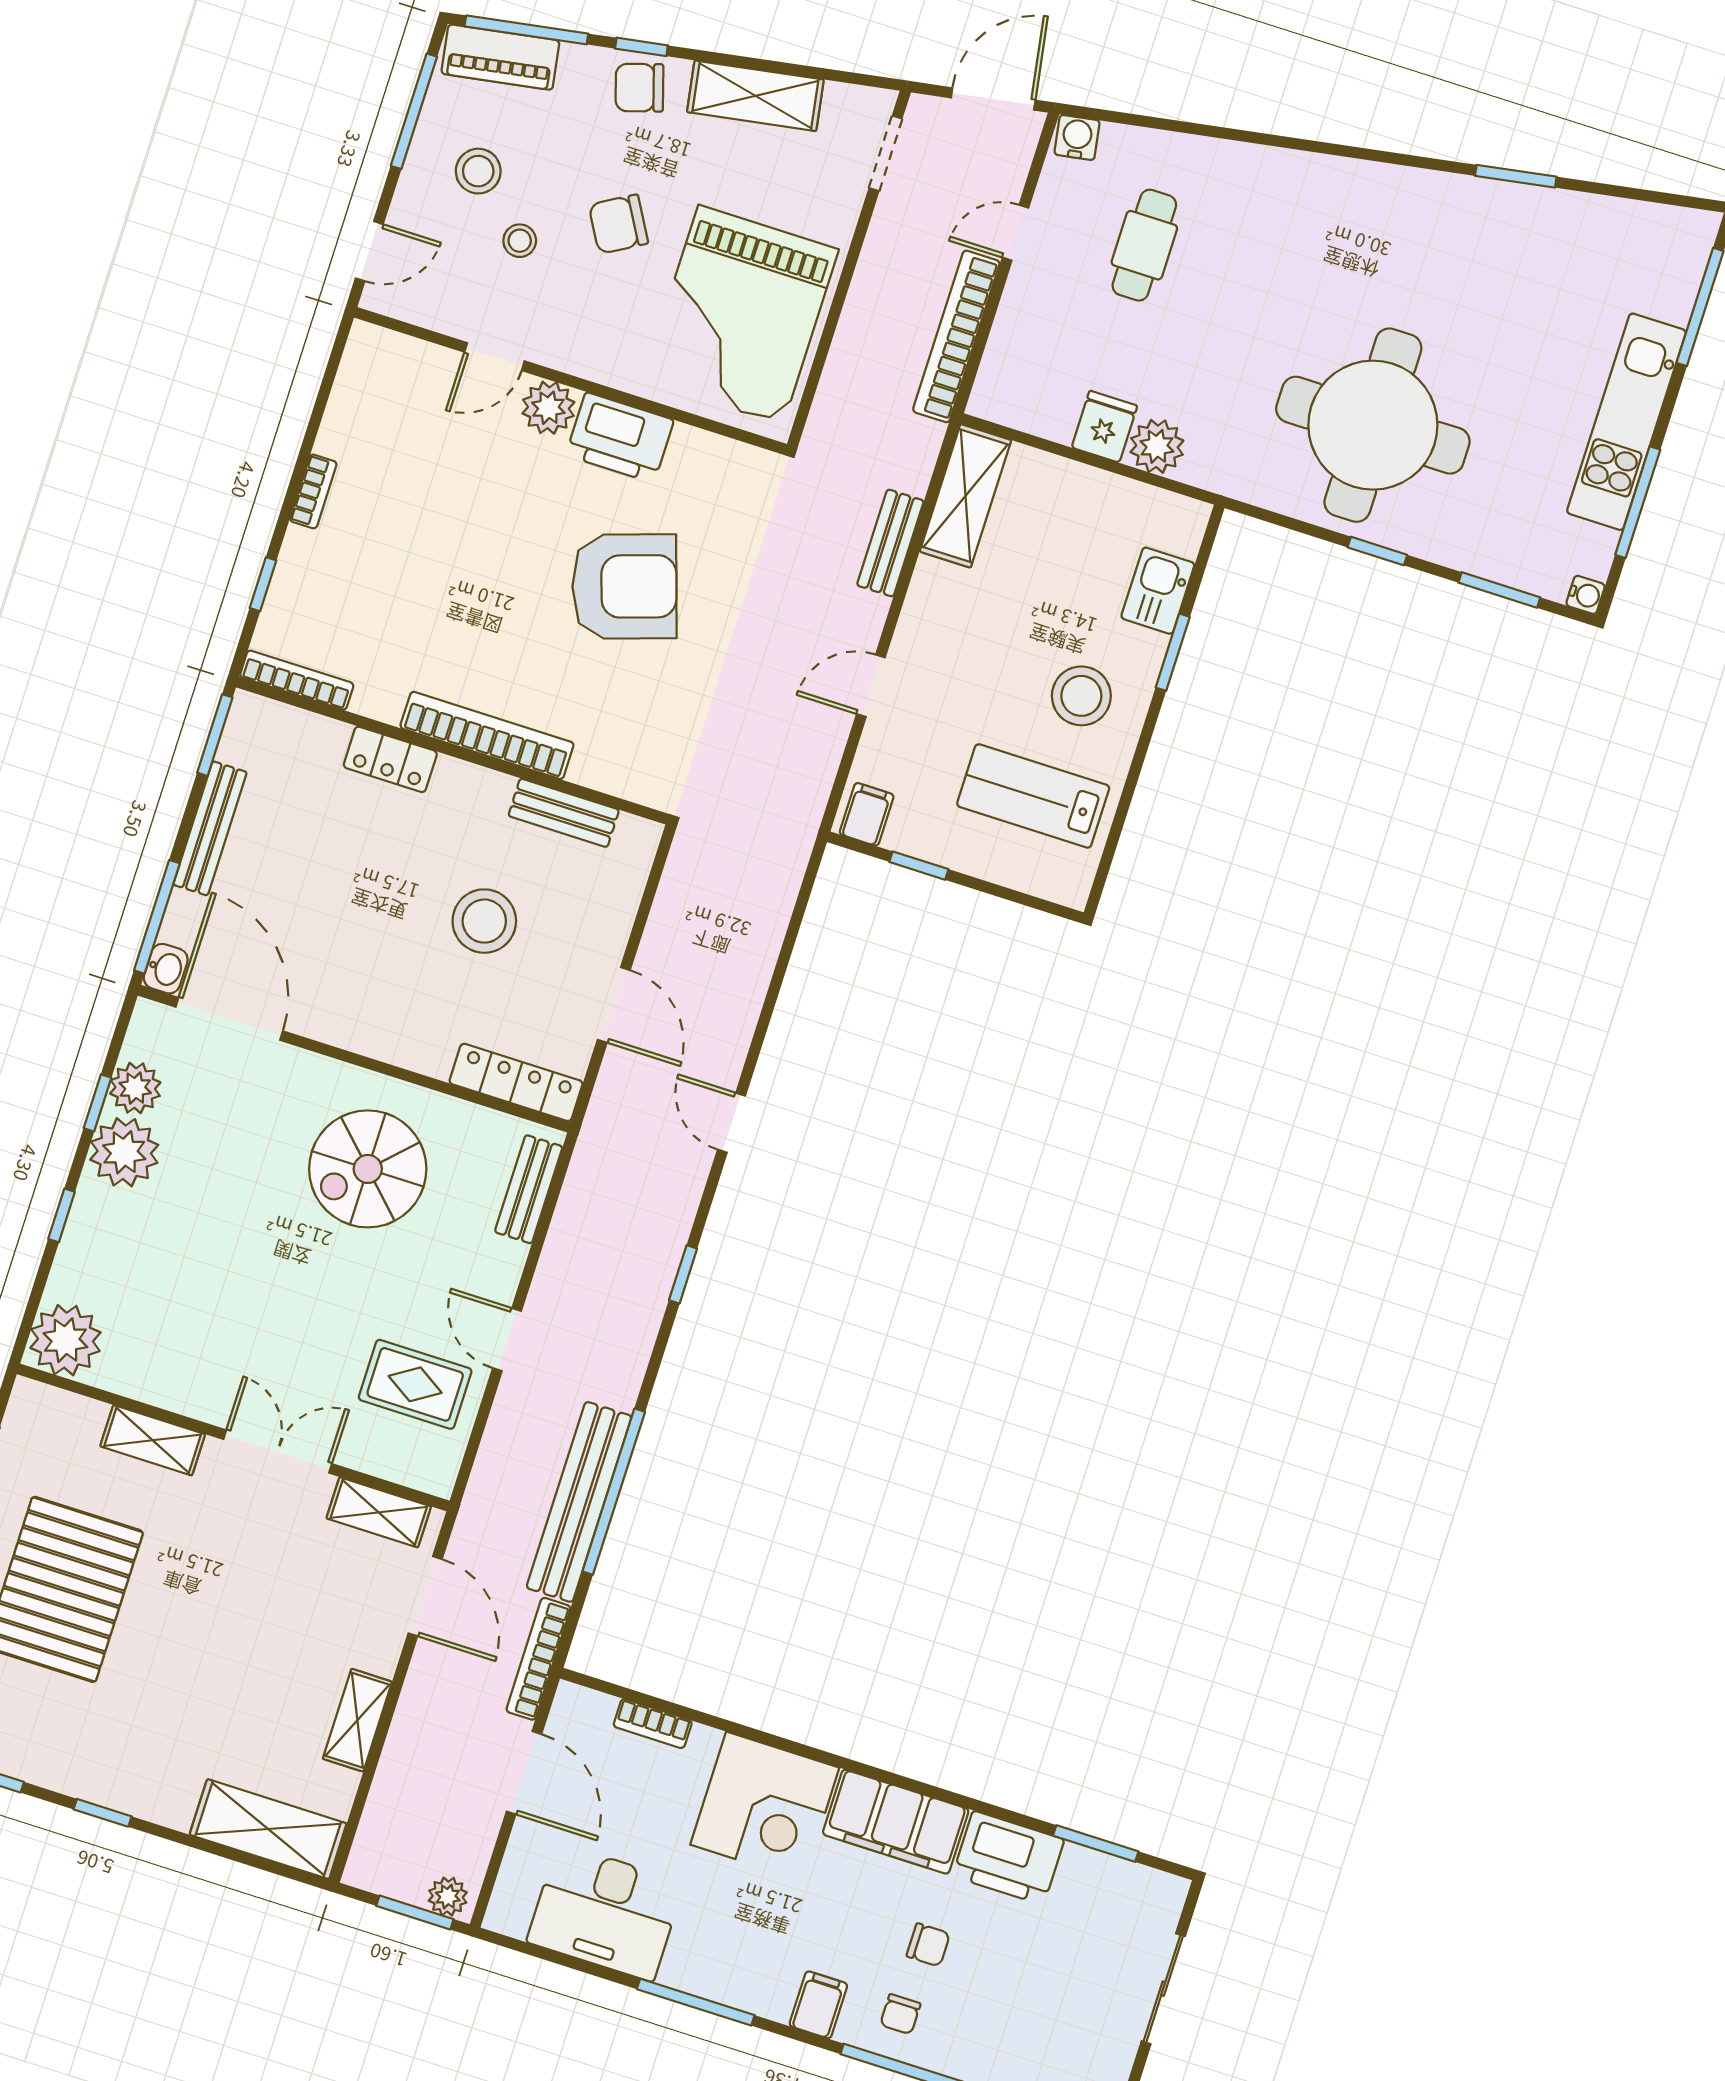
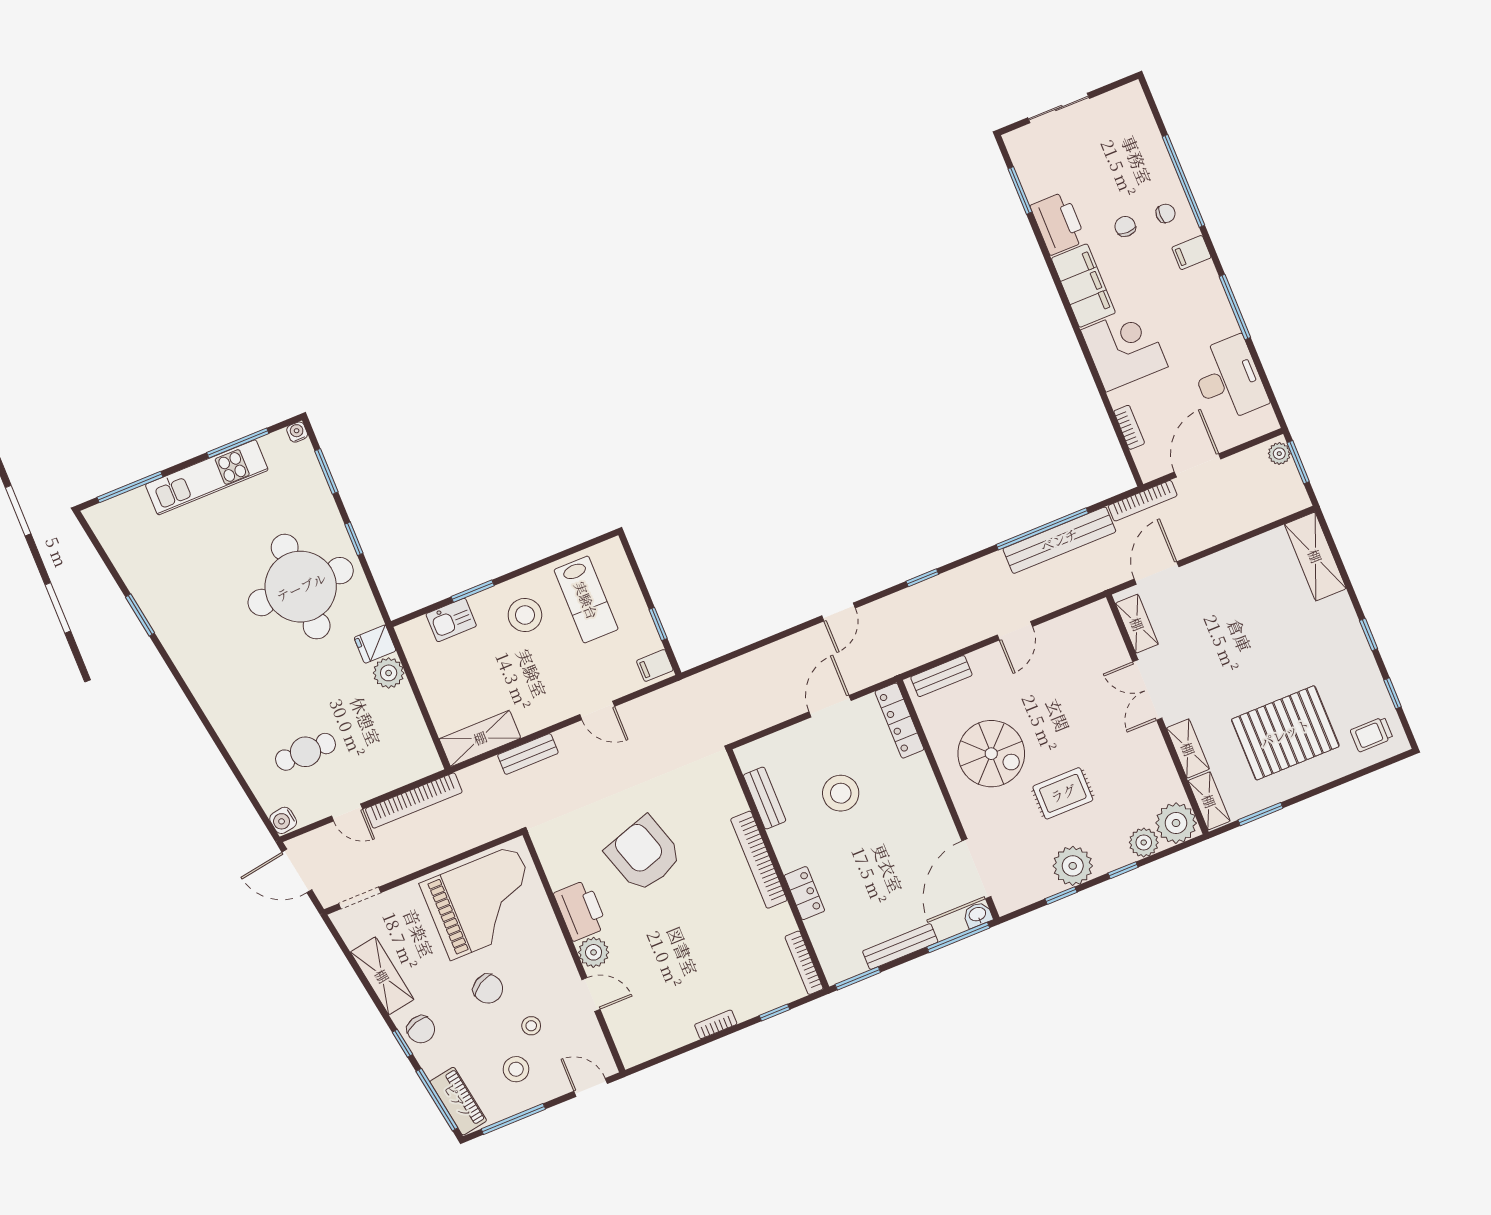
fridge: (1104, 427) -> (375, 644), moved
plant: (135, 1088) -> (1144, 842), moved
rug: (415, 1384) -> (1063, 793), moved, turned 90
shelving: (357, 1720) -> (1209, 801), moved, turned 90

